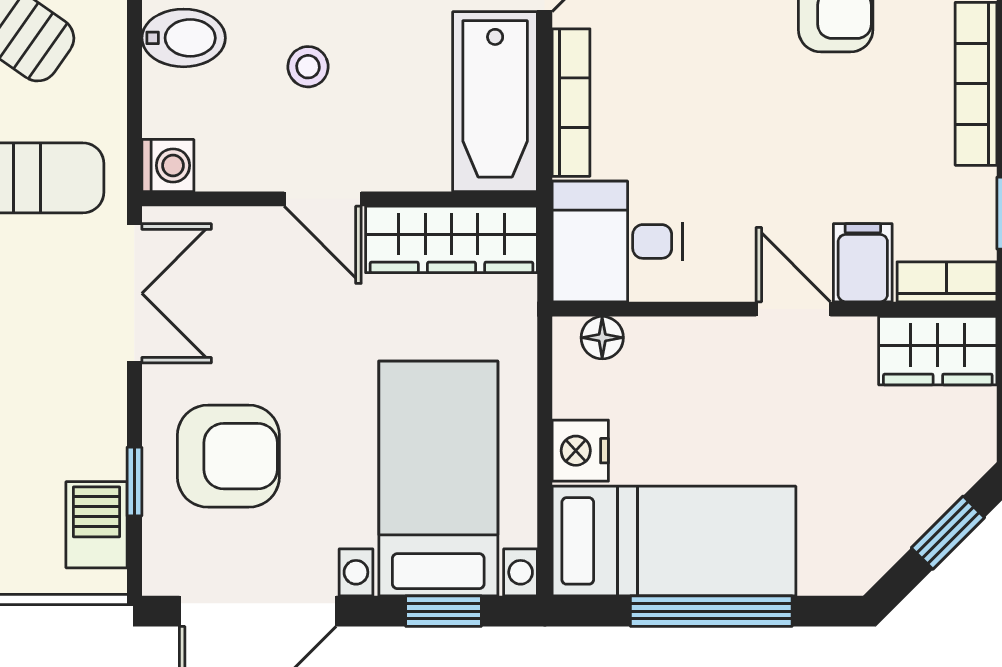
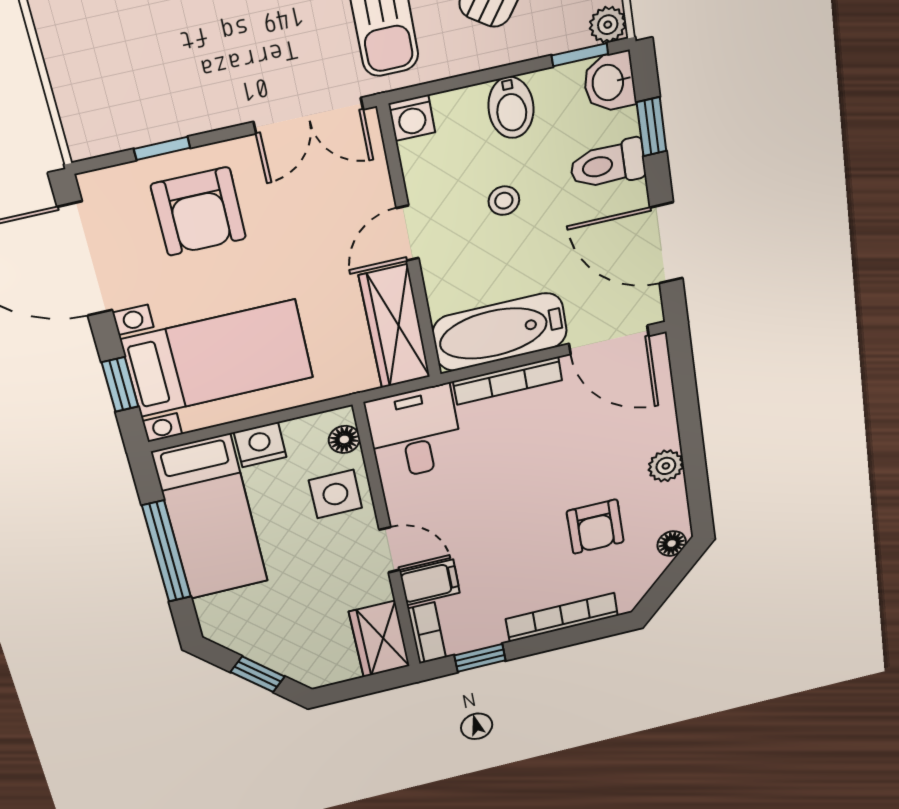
door: (793, 309) -> (390, 550), hinge flipped
side table: (684, 366) -> (335, 494), added
barbecue: (97, 525) -> (121, 128), removed

